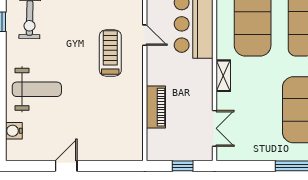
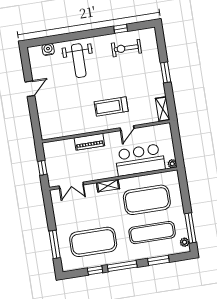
treadmill: (110, 53) -> (111, 107), turned 180
piano: (156, 107) -> (89, 142), moved
door: (66, 166) -> (30, 89), hinge flipped

